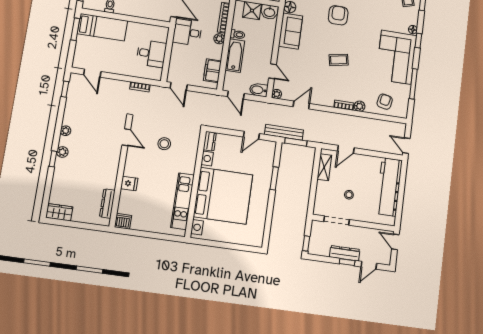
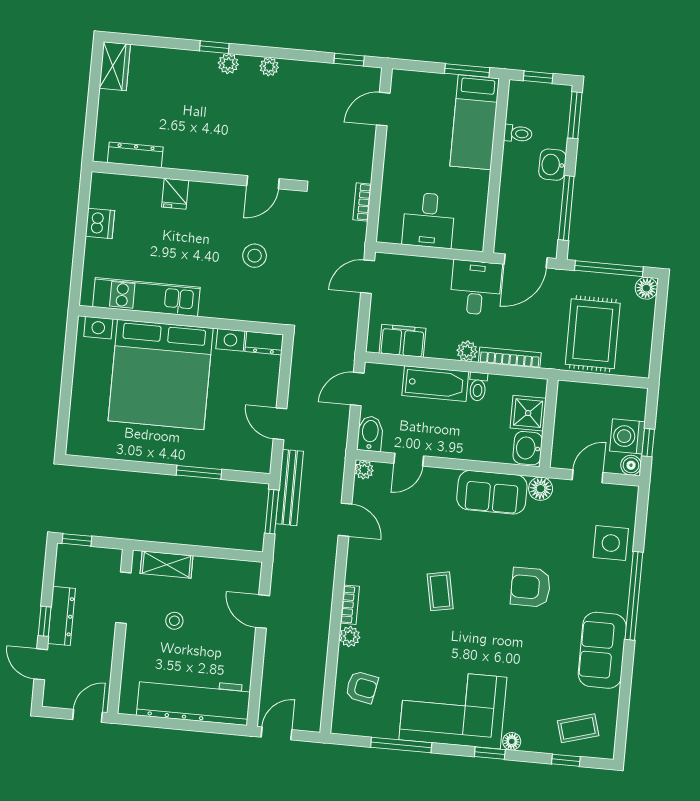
armchair: (338, 15) -> (531, 587), turned 180
shelving: (324, 167) -> (167, 565), moved
dishwasher: (123, 221) -> (100, 223), moved

